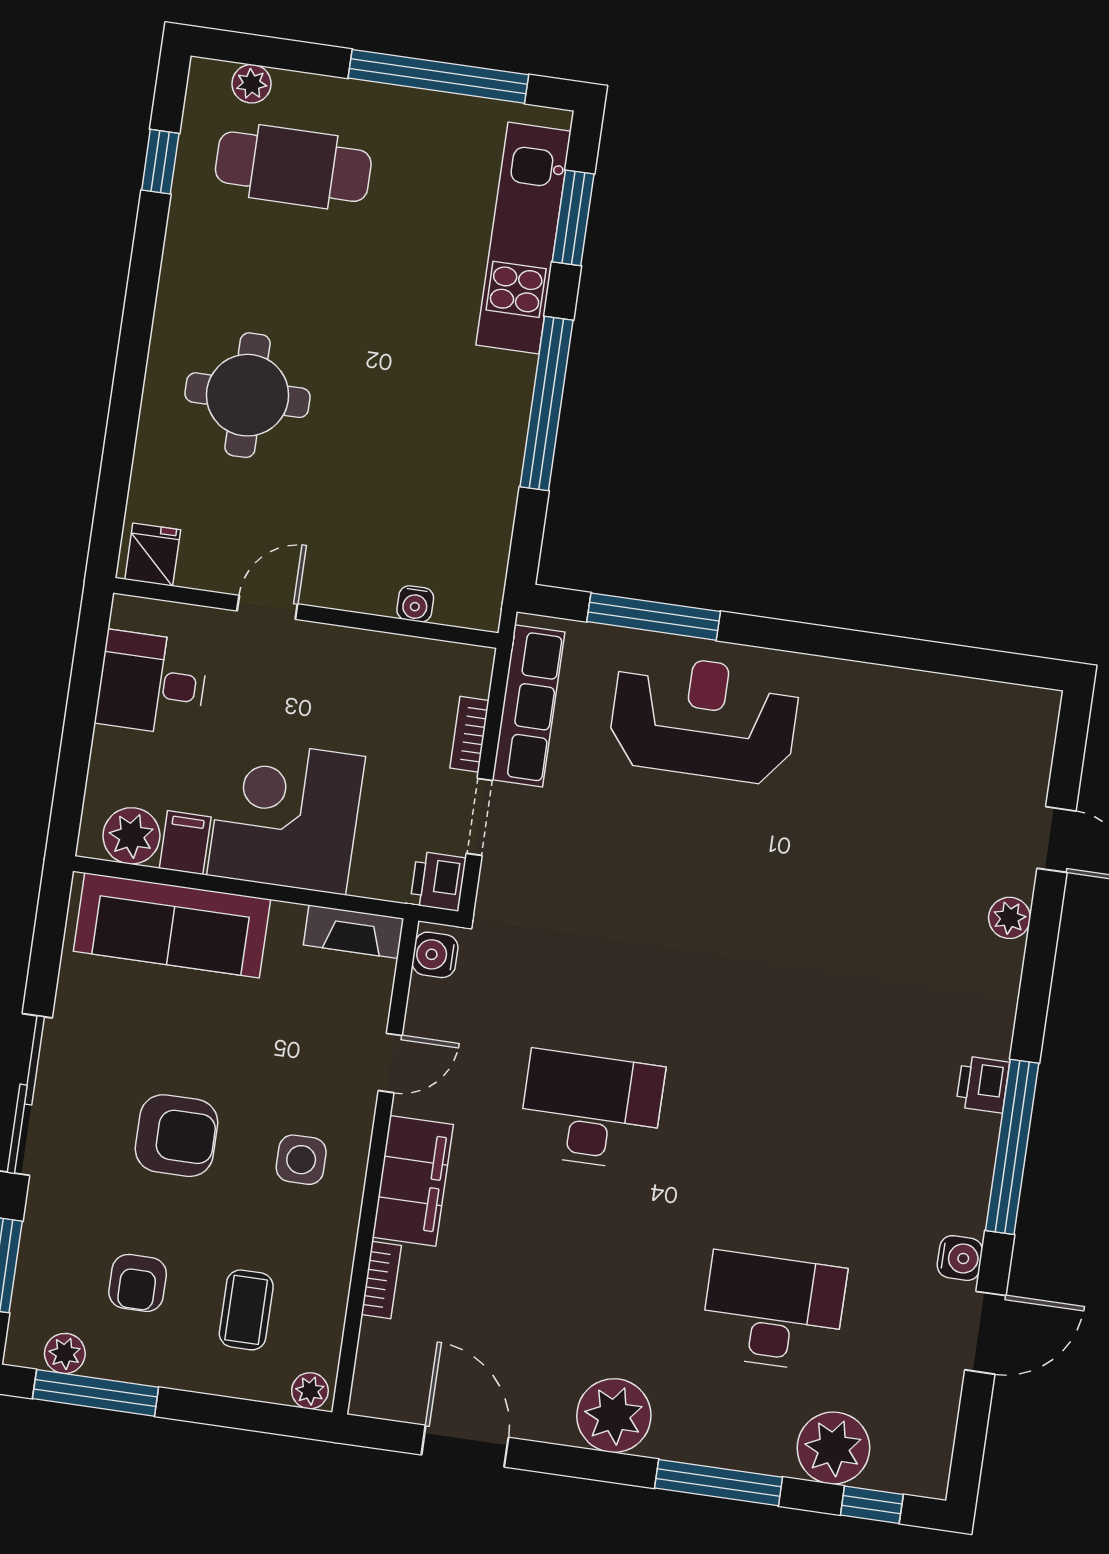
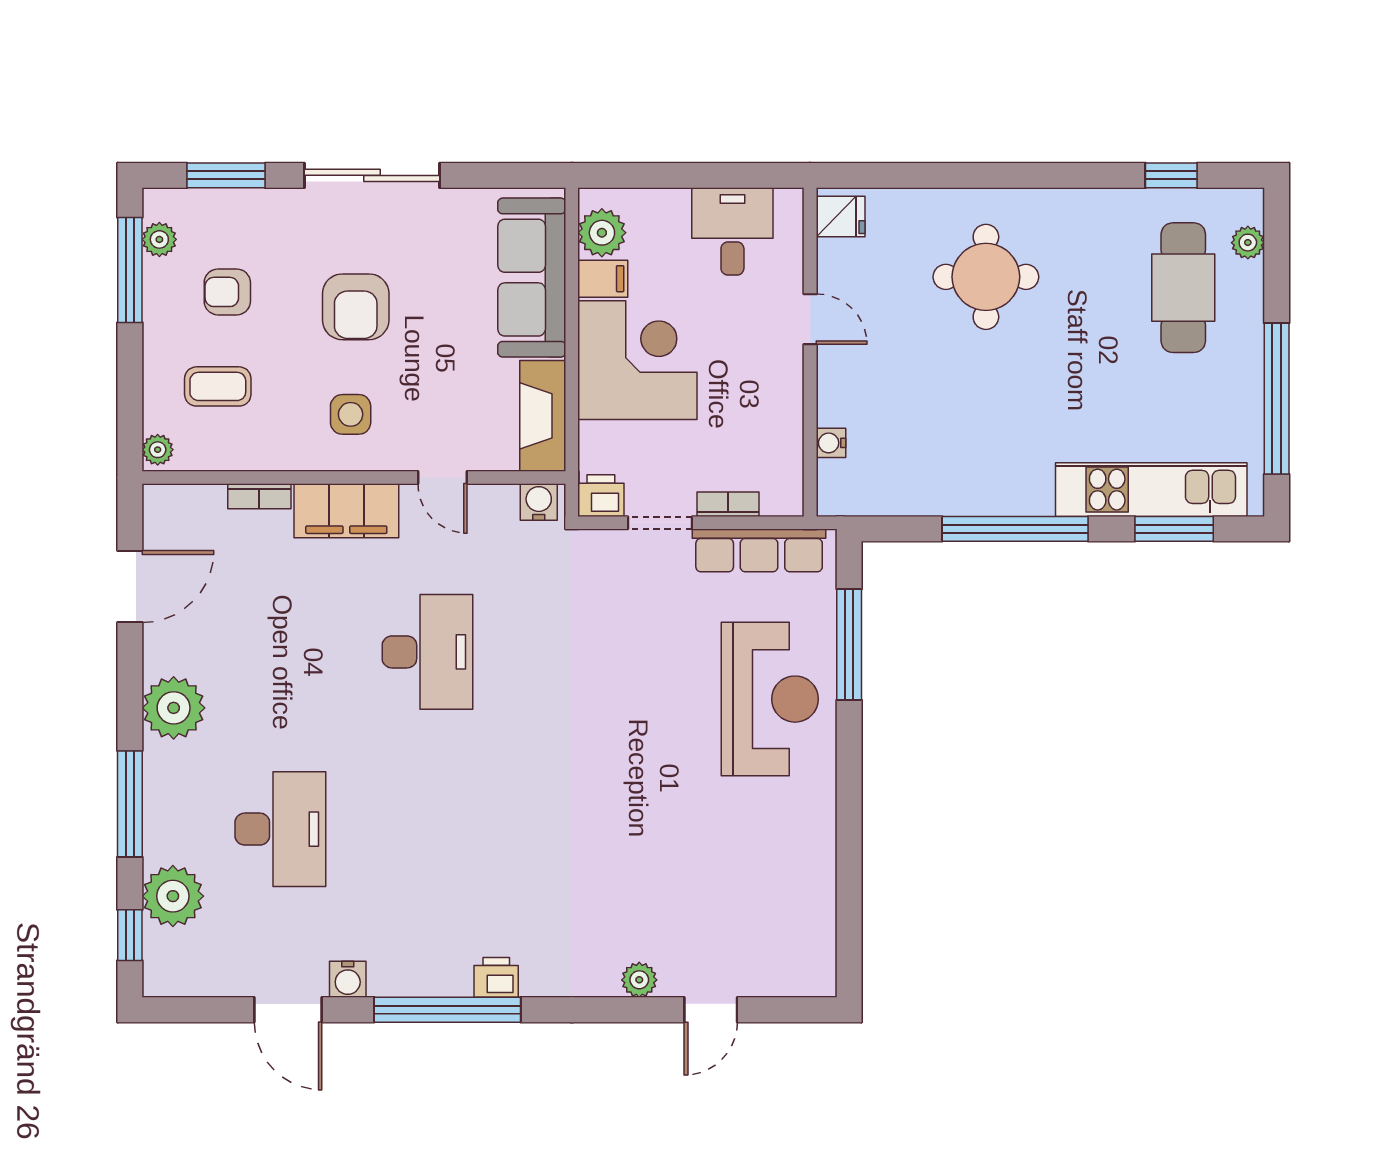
fireplace: (354, 932) -> (543, 416), width x1.37, depth x1.32

